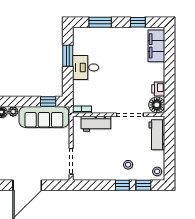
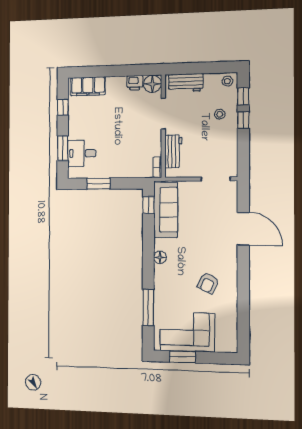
desk: (86, 67) -> (82, 153), moved, turned 90
plant: (13, 111) -> (159, 244), removed

